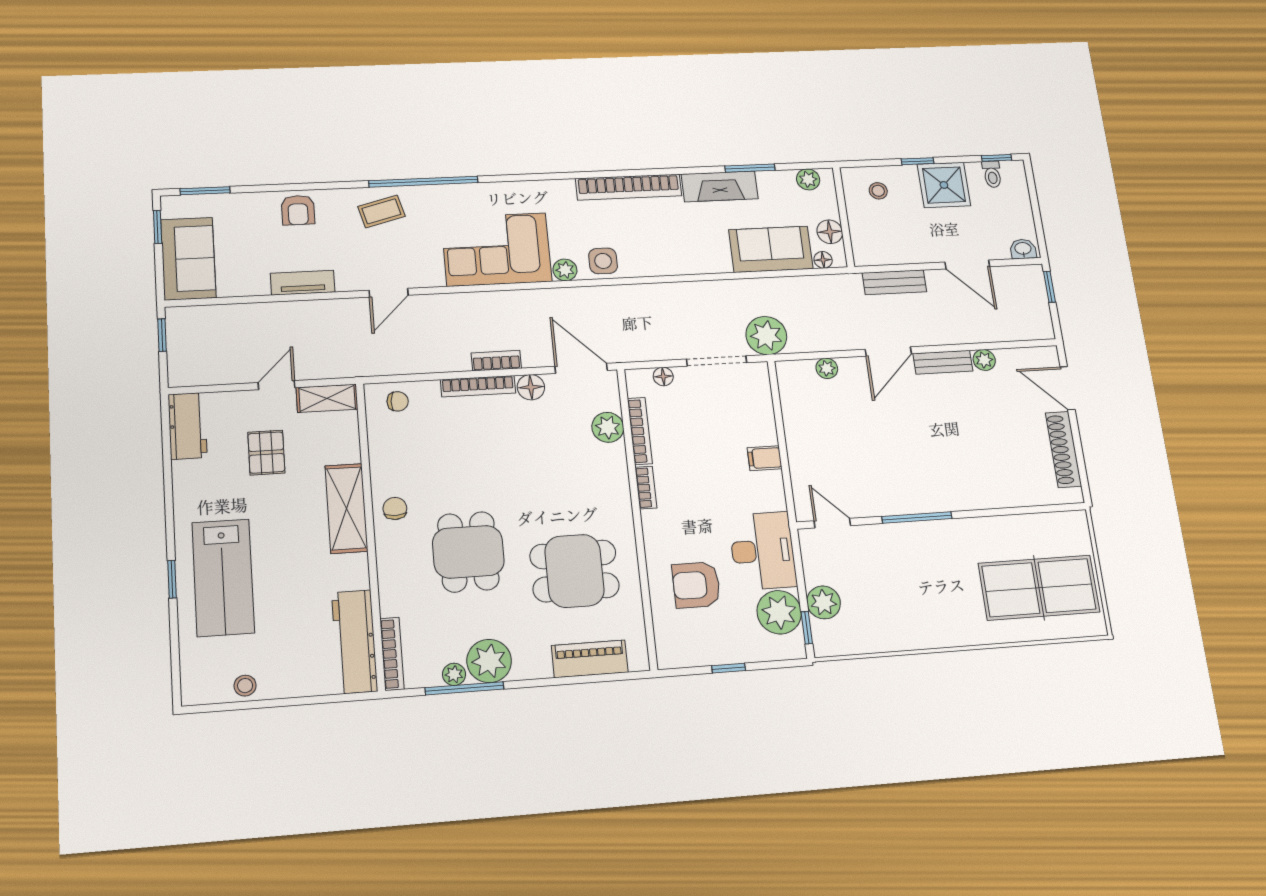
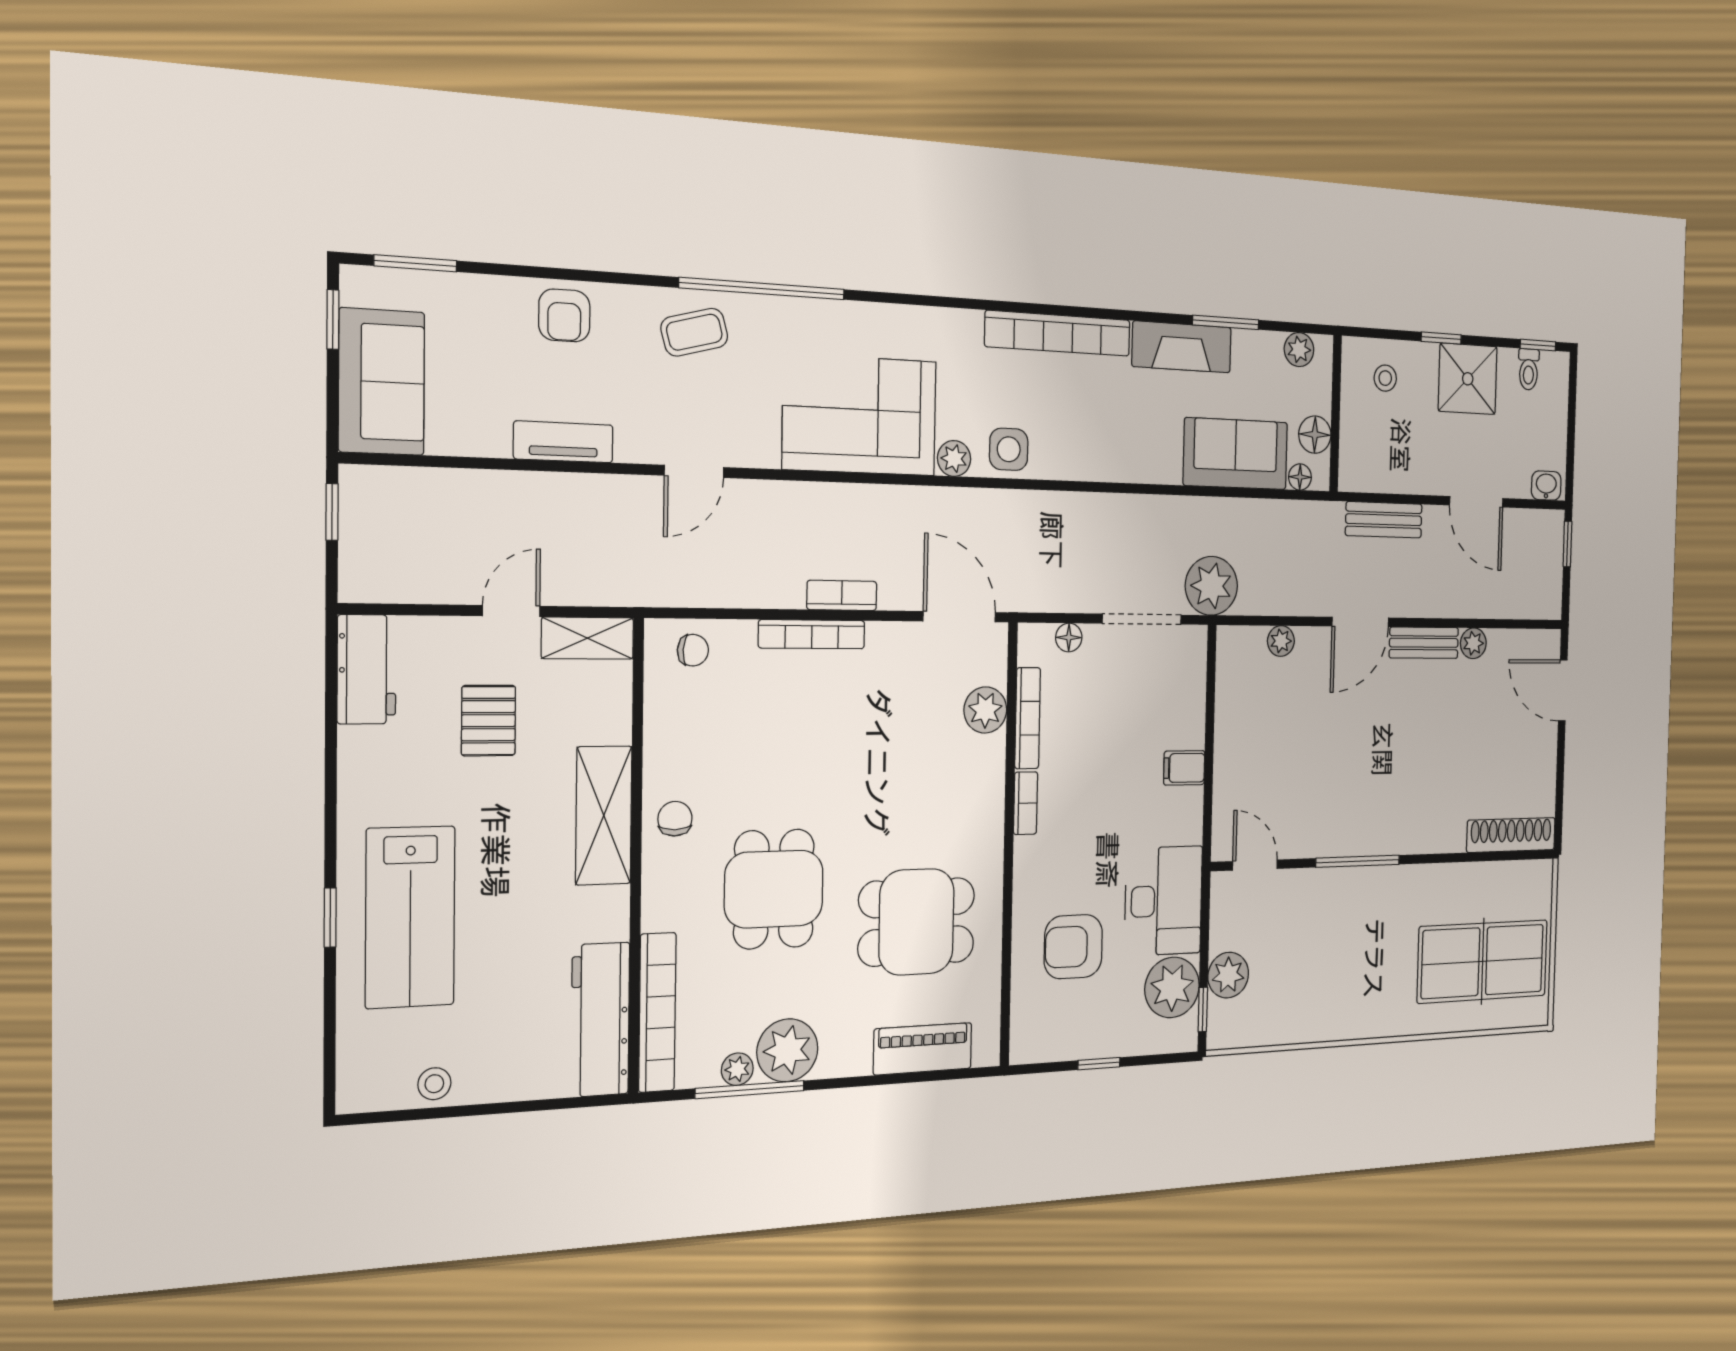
floor lamp: (531, 387) -> (886, 641), removed
shoe rack: (1063, 449) -> (1511, 835), moved, turned 90
bookcase: (392, 654) -> (657, 1012), width x1.48, depth x1.31

